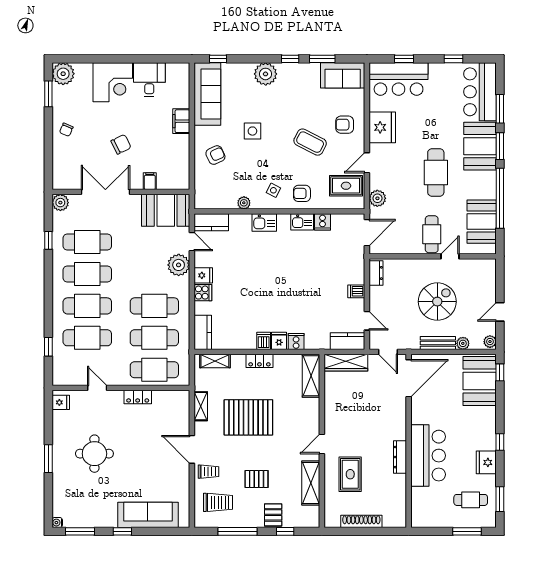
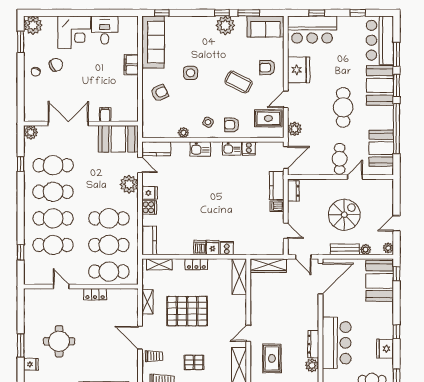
plant: (266, 74) -> (225, 25), moved
chair: (121, 144) -> (56, 65), moved
kitchen counter: (348, 341) -> (277, 186), moved, turned -90
fridge: (61, 402) -> (31, 364), moved
plant: (398, 483) -> (312, 365), added

